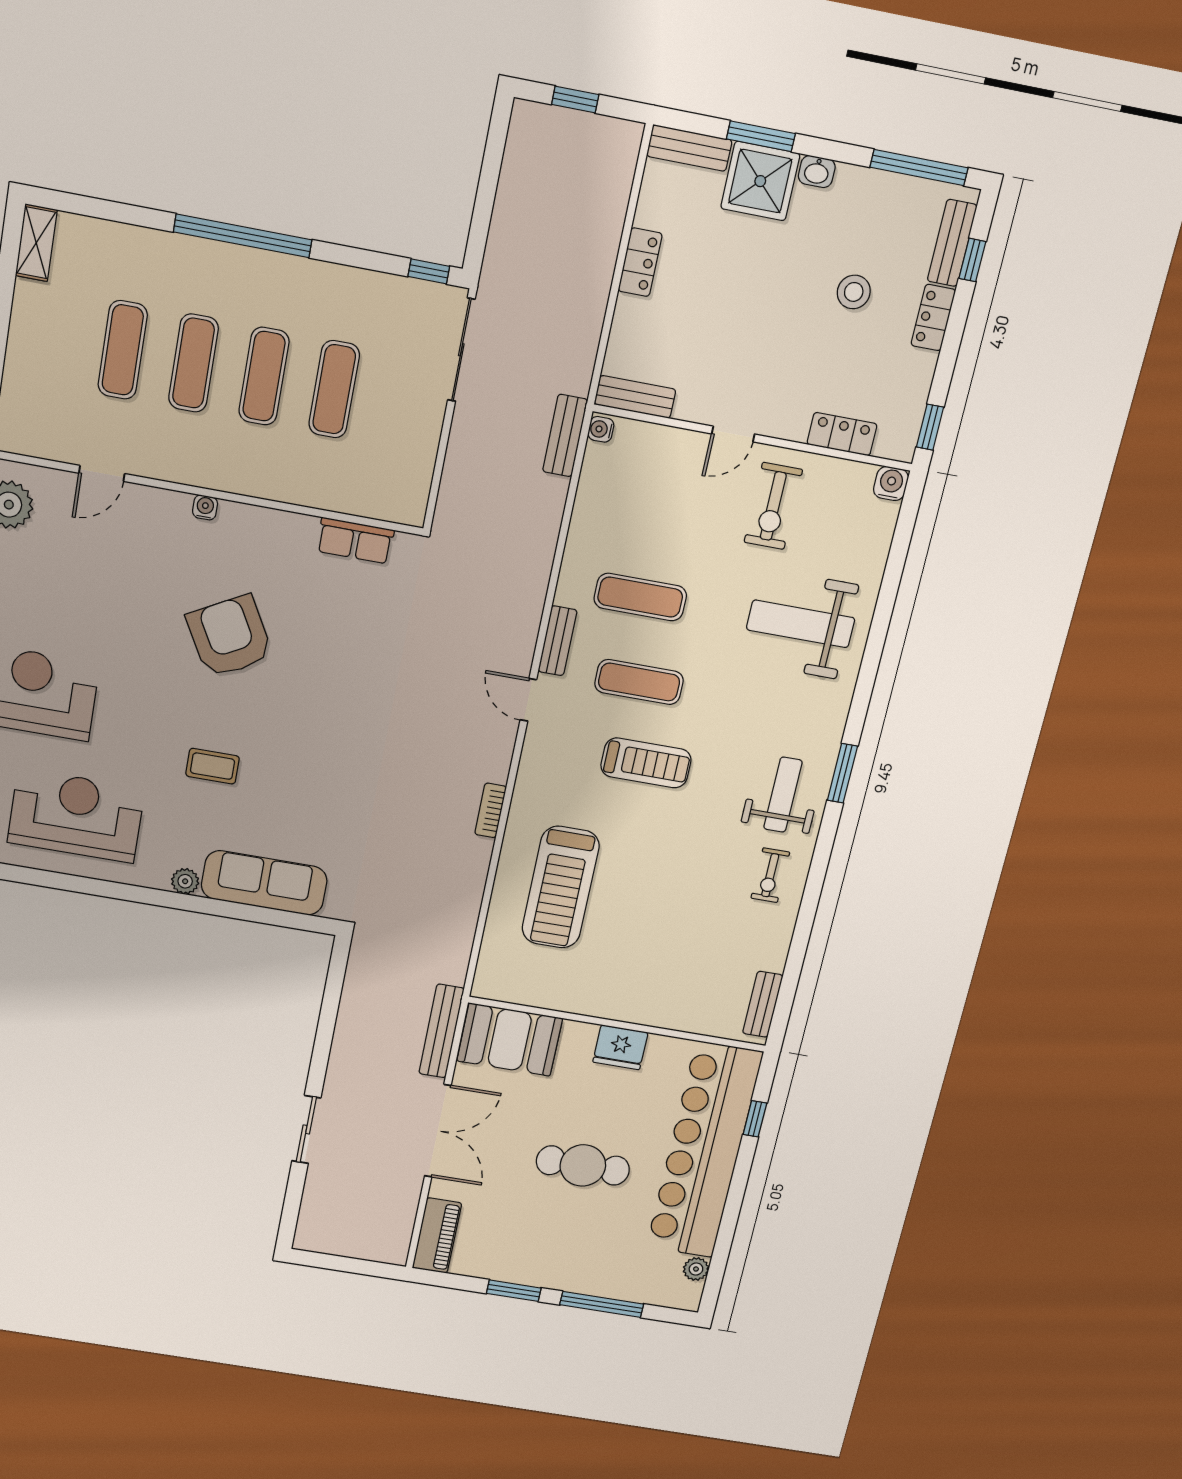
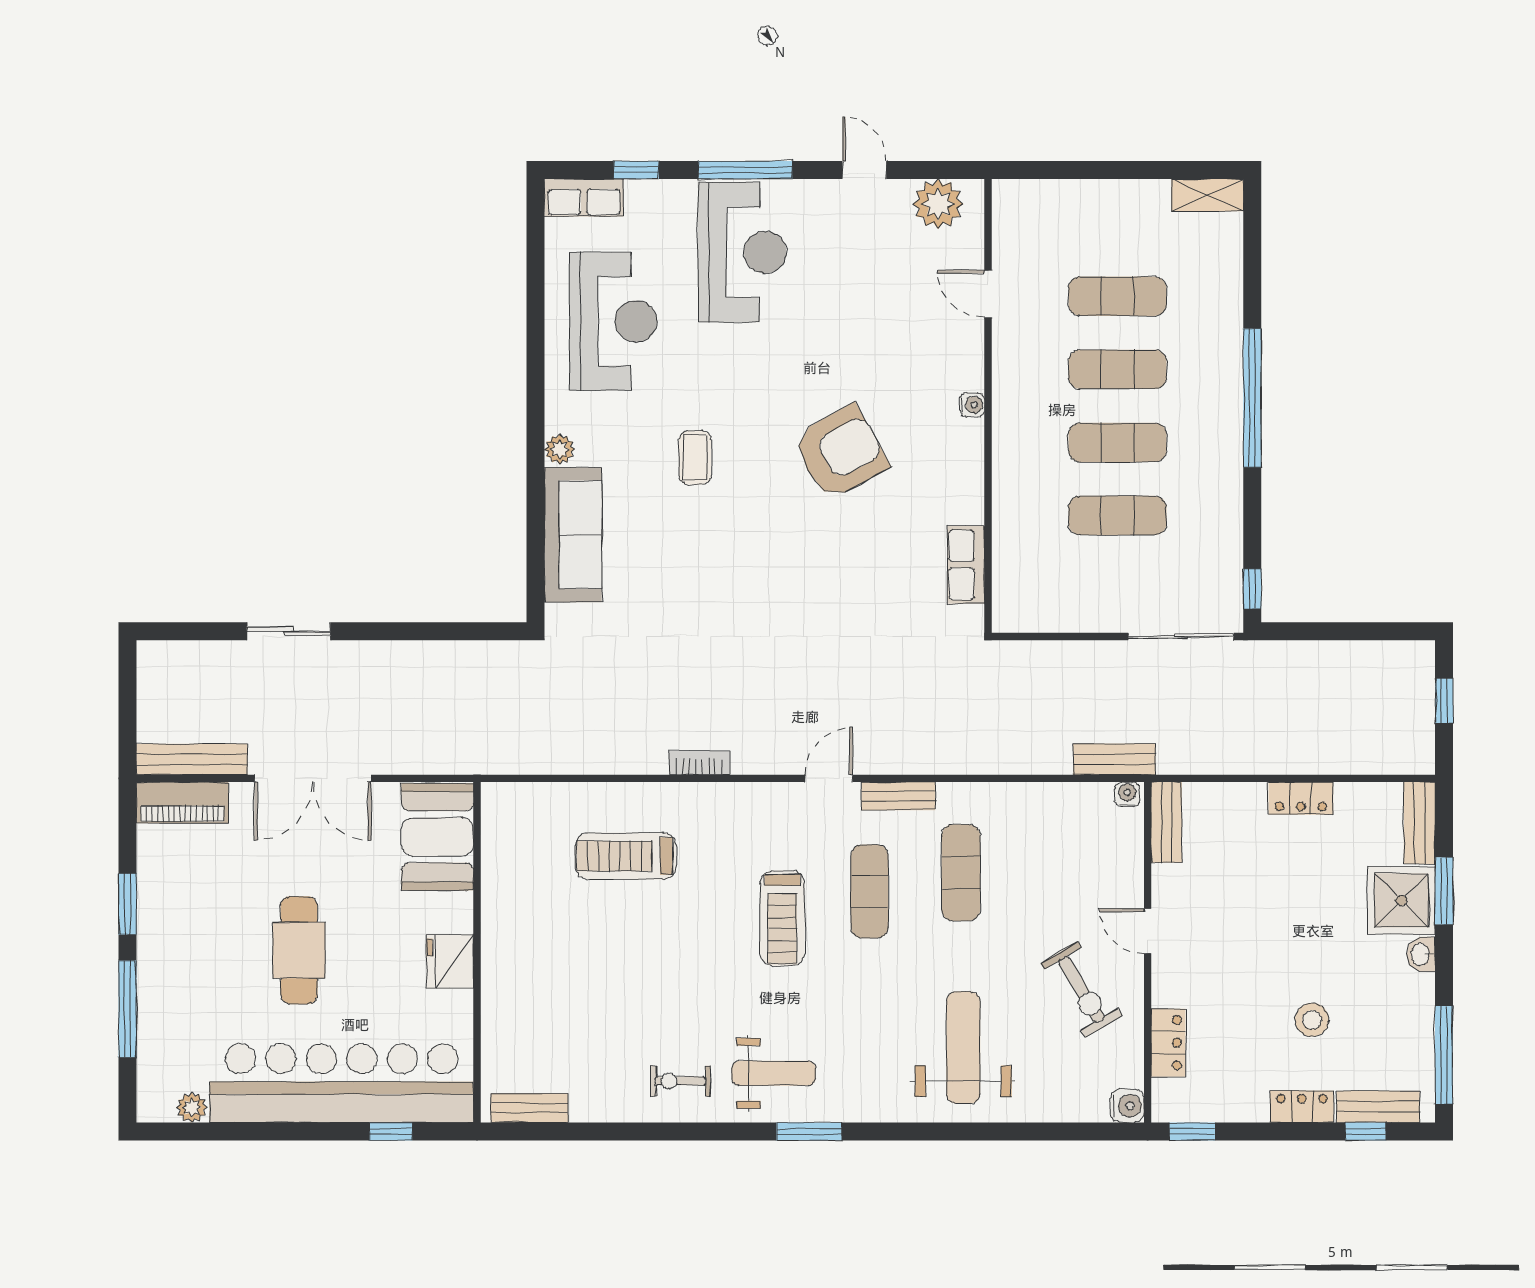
exercise bike: (773, 506) -> (1082, 990), turned -121
treadmill: (561, 887) -> (626, 856), width x0.73, depth x0.73
bench: (441, 1031) -> (192, 759), moved

